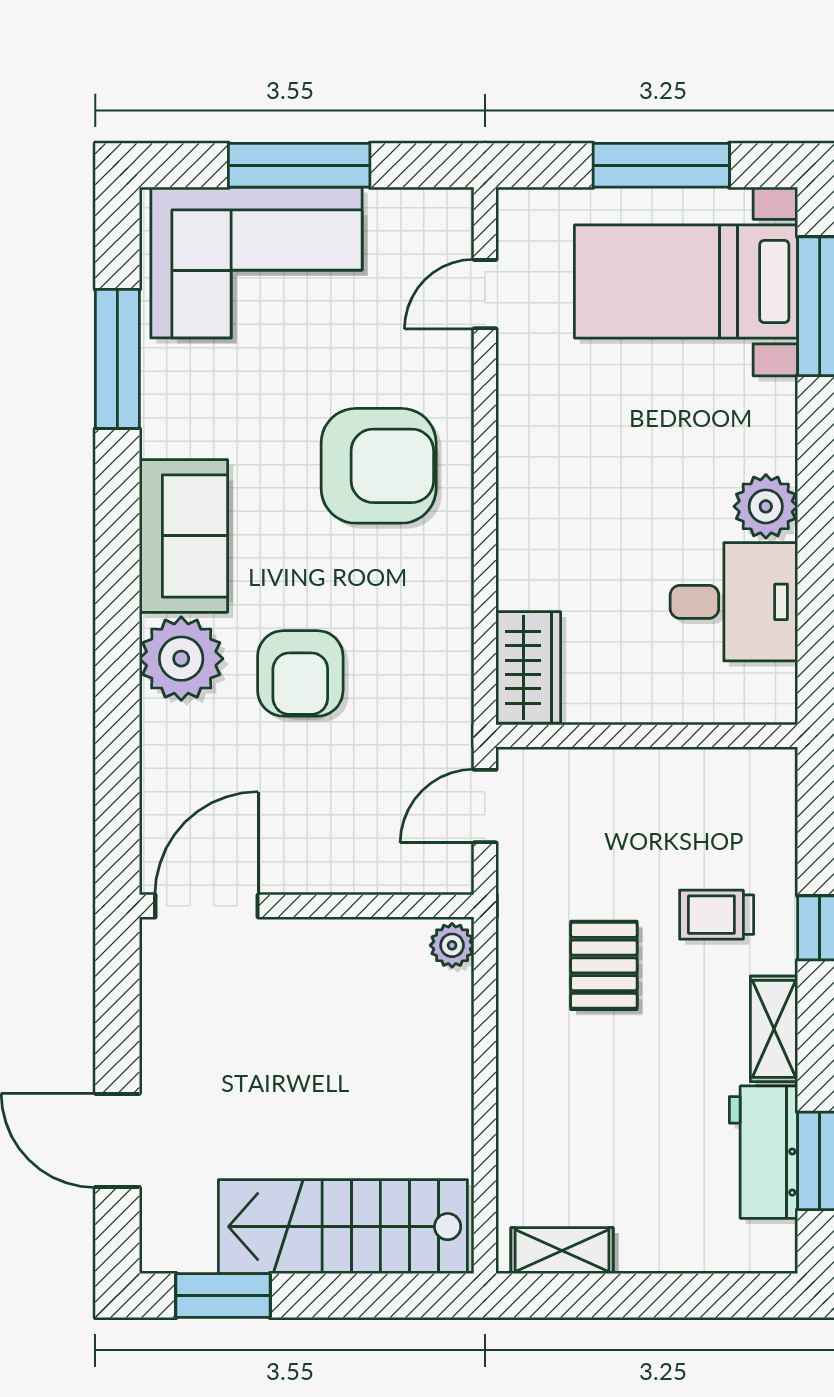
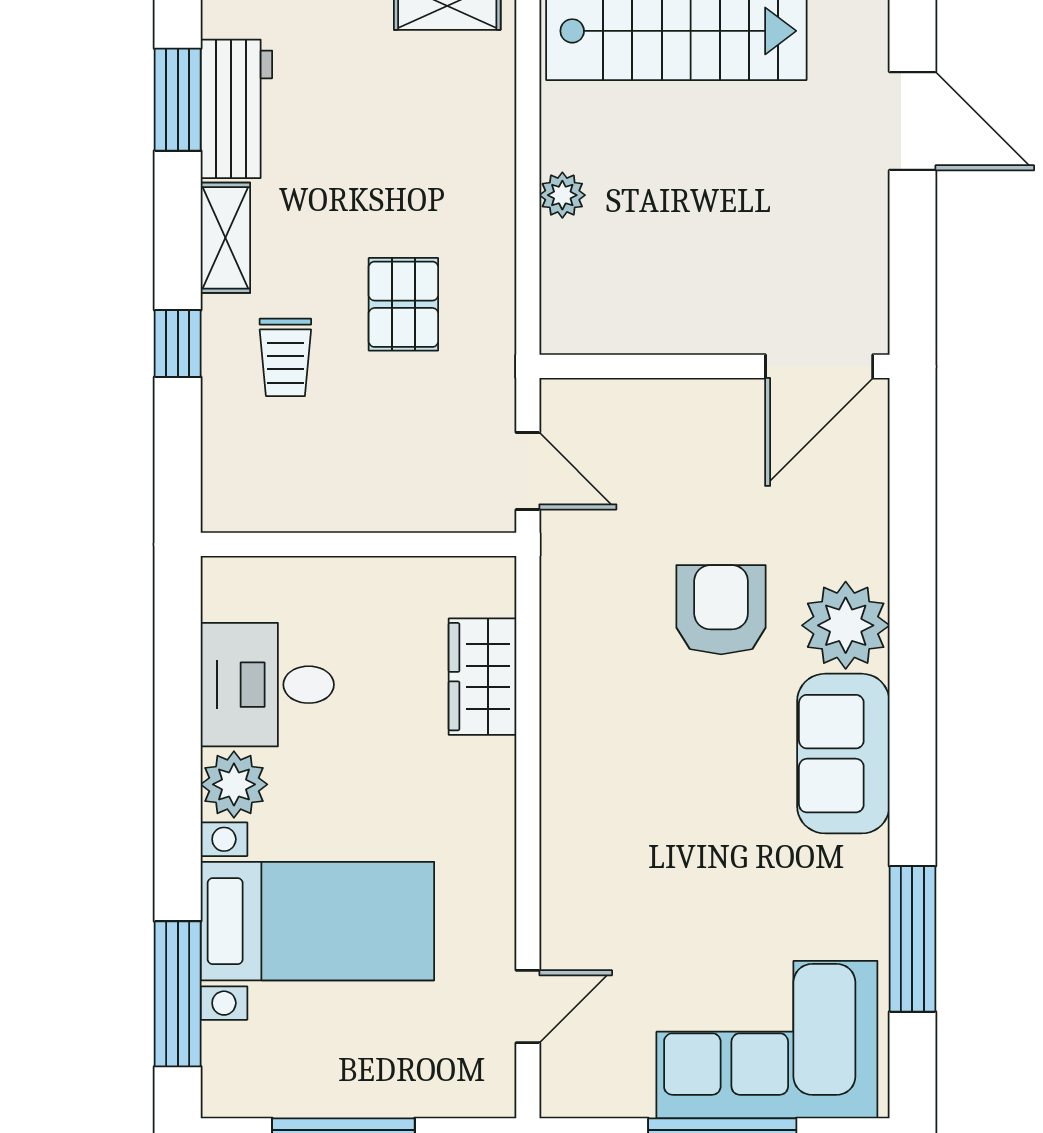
bed with nightstands: (686, 282) -> (317, 921), moved
armchair: (379, 466) -> (639, 827), removed
wardrobe: (528, 667) -> (483, 677), moved
door: (485, 806) -> (528, 471), hinge flipped
trolley: (717, 915) -> (285, 357), turned 90
plant: (452, 945) -> (562, 195), moved

